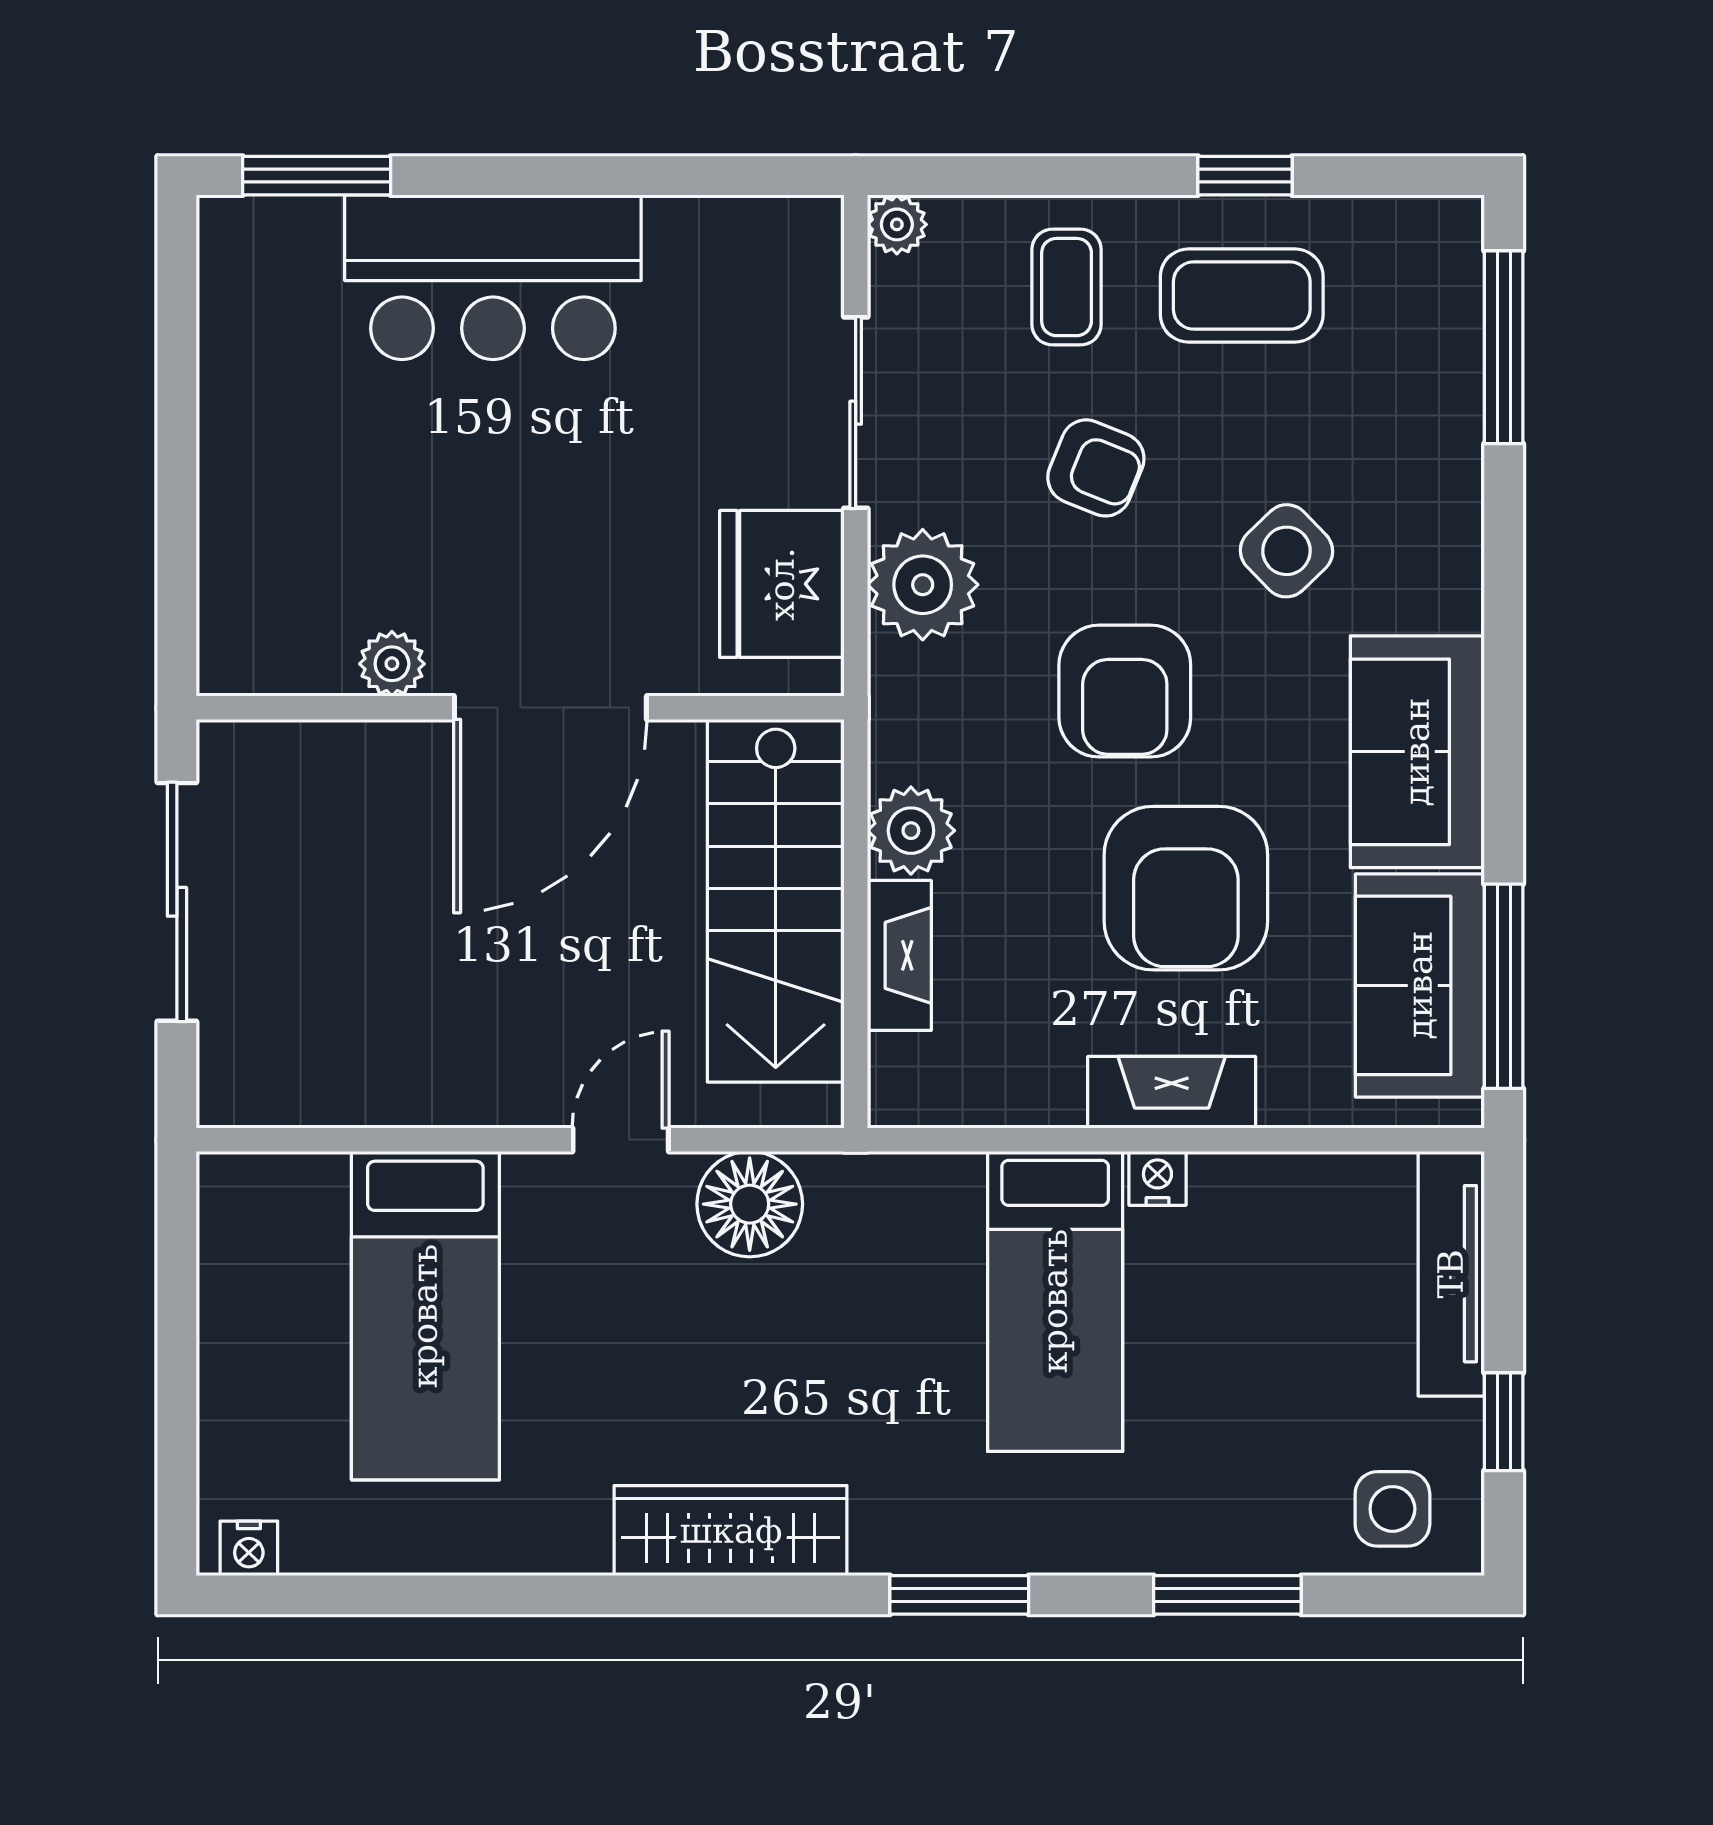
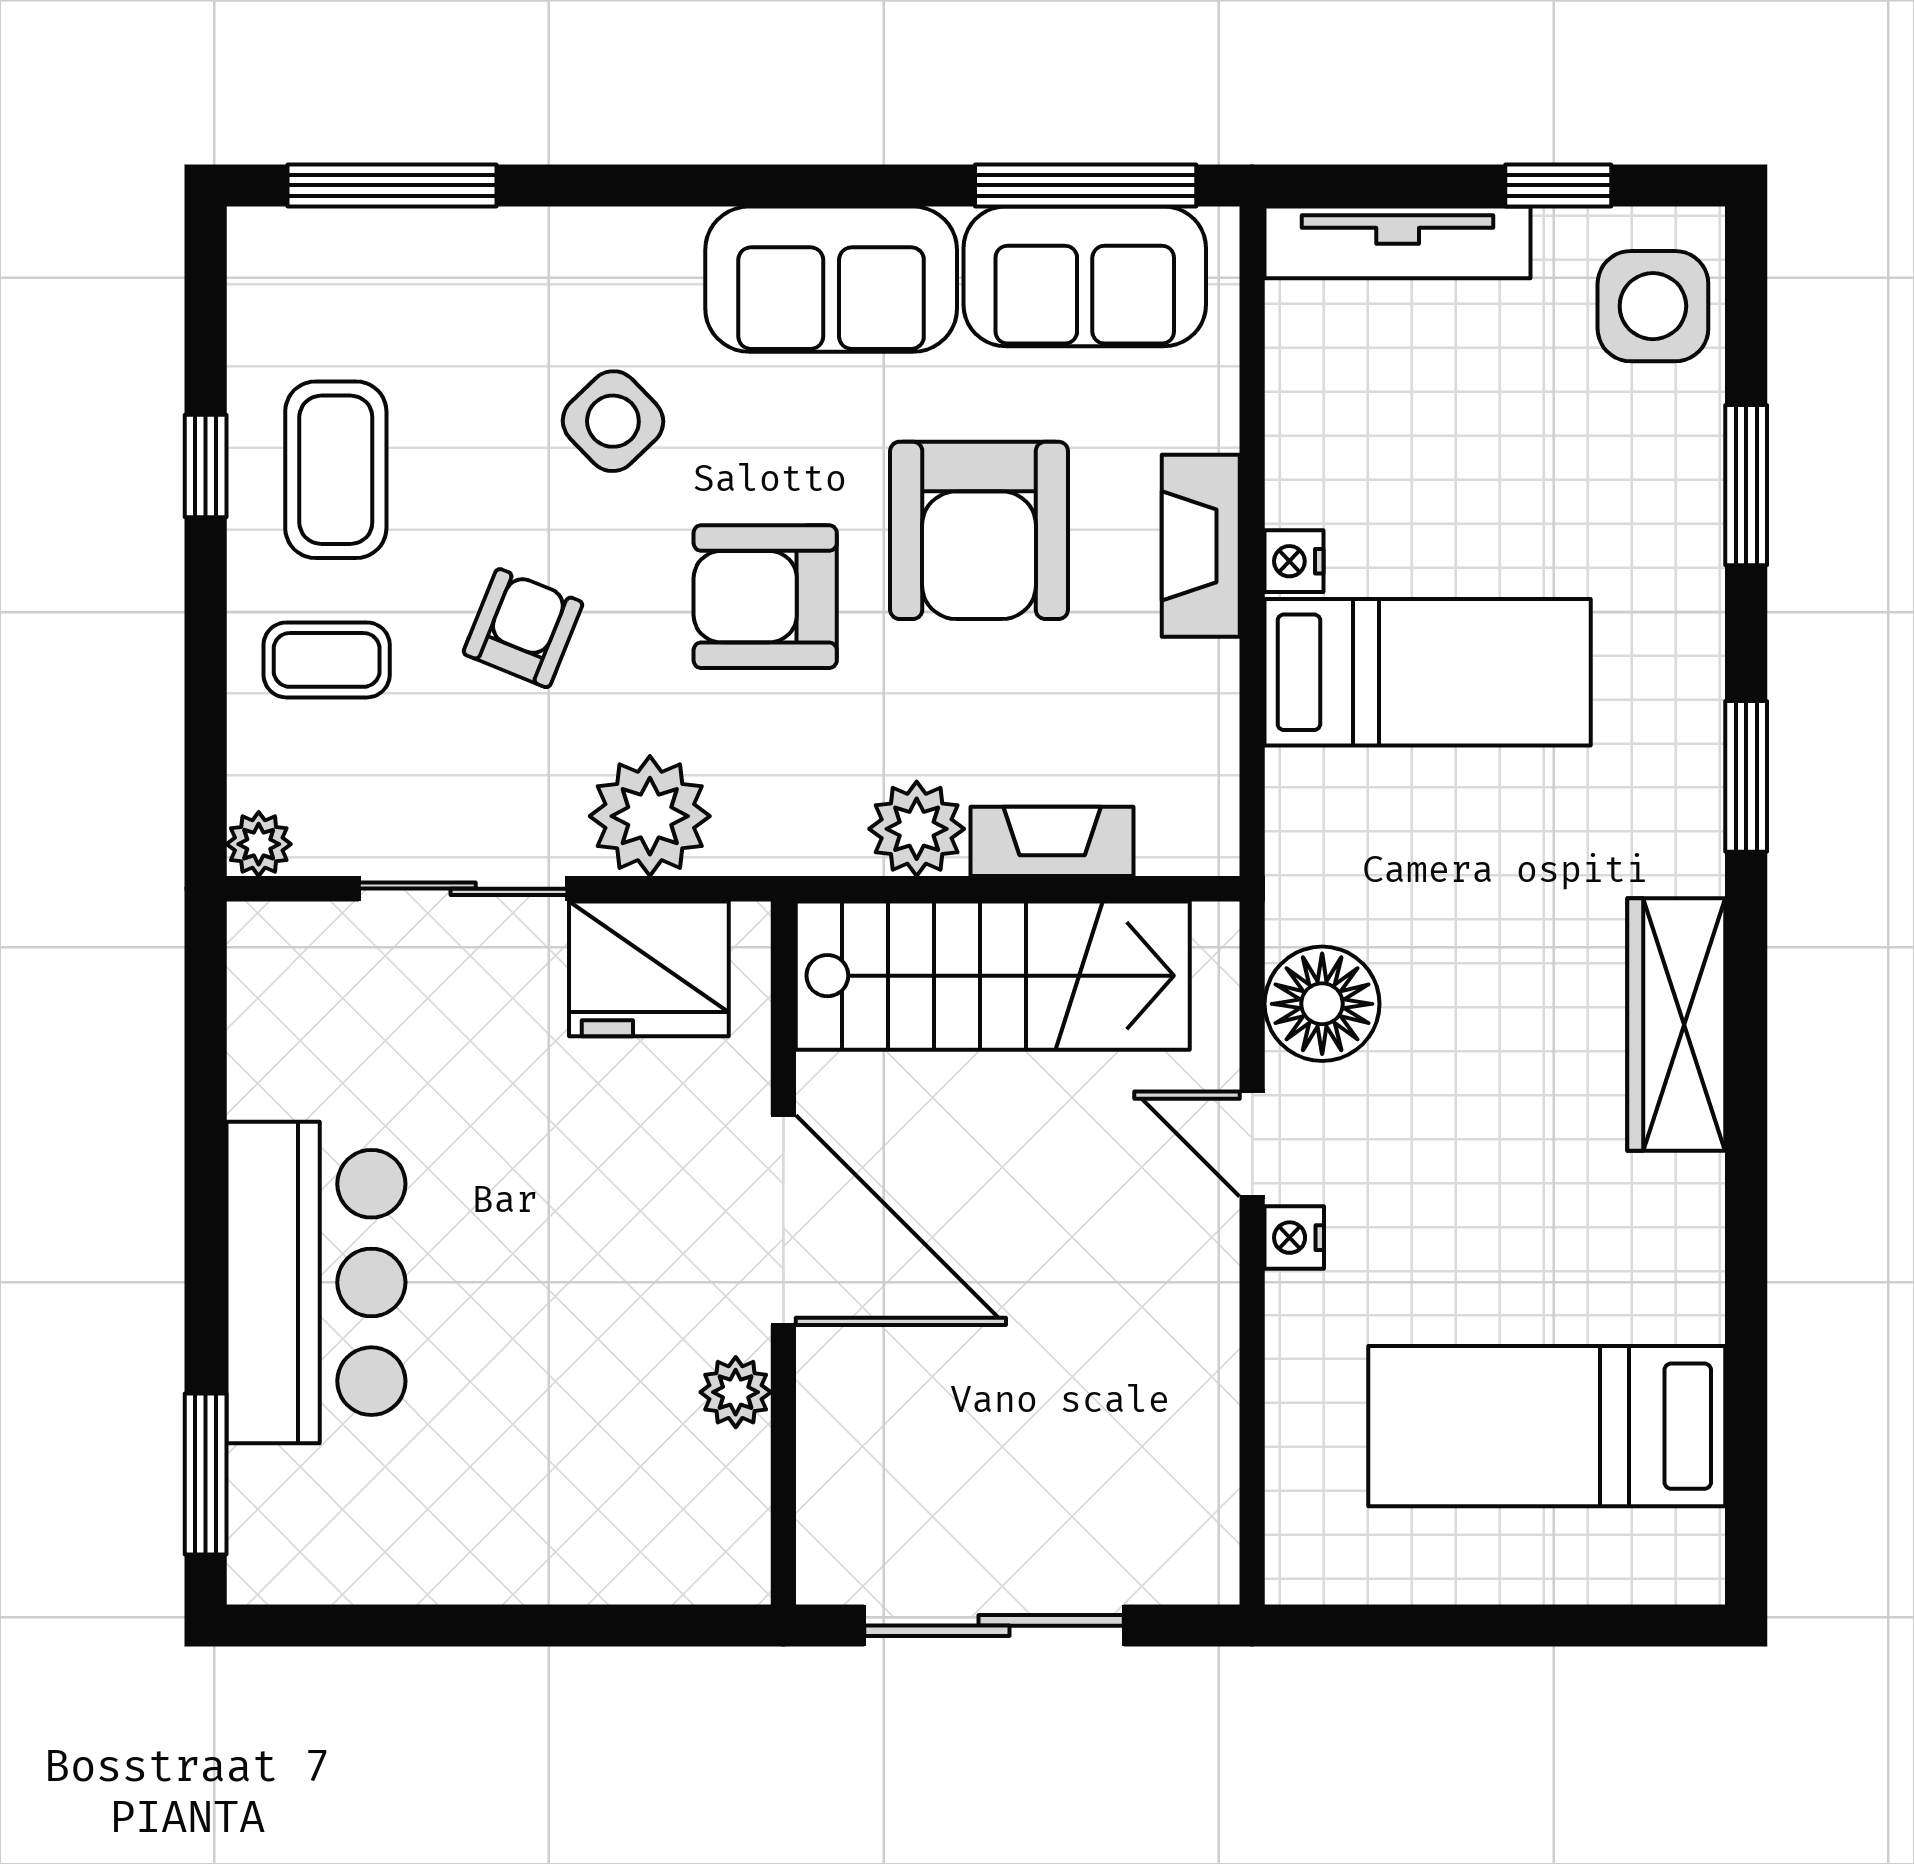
armchair: (1125, 691) -> (765, 597), turned 180
armchair: (1186, 888) -> (979, 530), turned 90
bed: (425, 1316) -> (1547, 1426), moved, turned 180
side table: (1392, 1509) -> (1653, 306), width x1.37, depth x1.37
nightstand: (249, 1548) -> (1294, 1238), moved, turned 180

